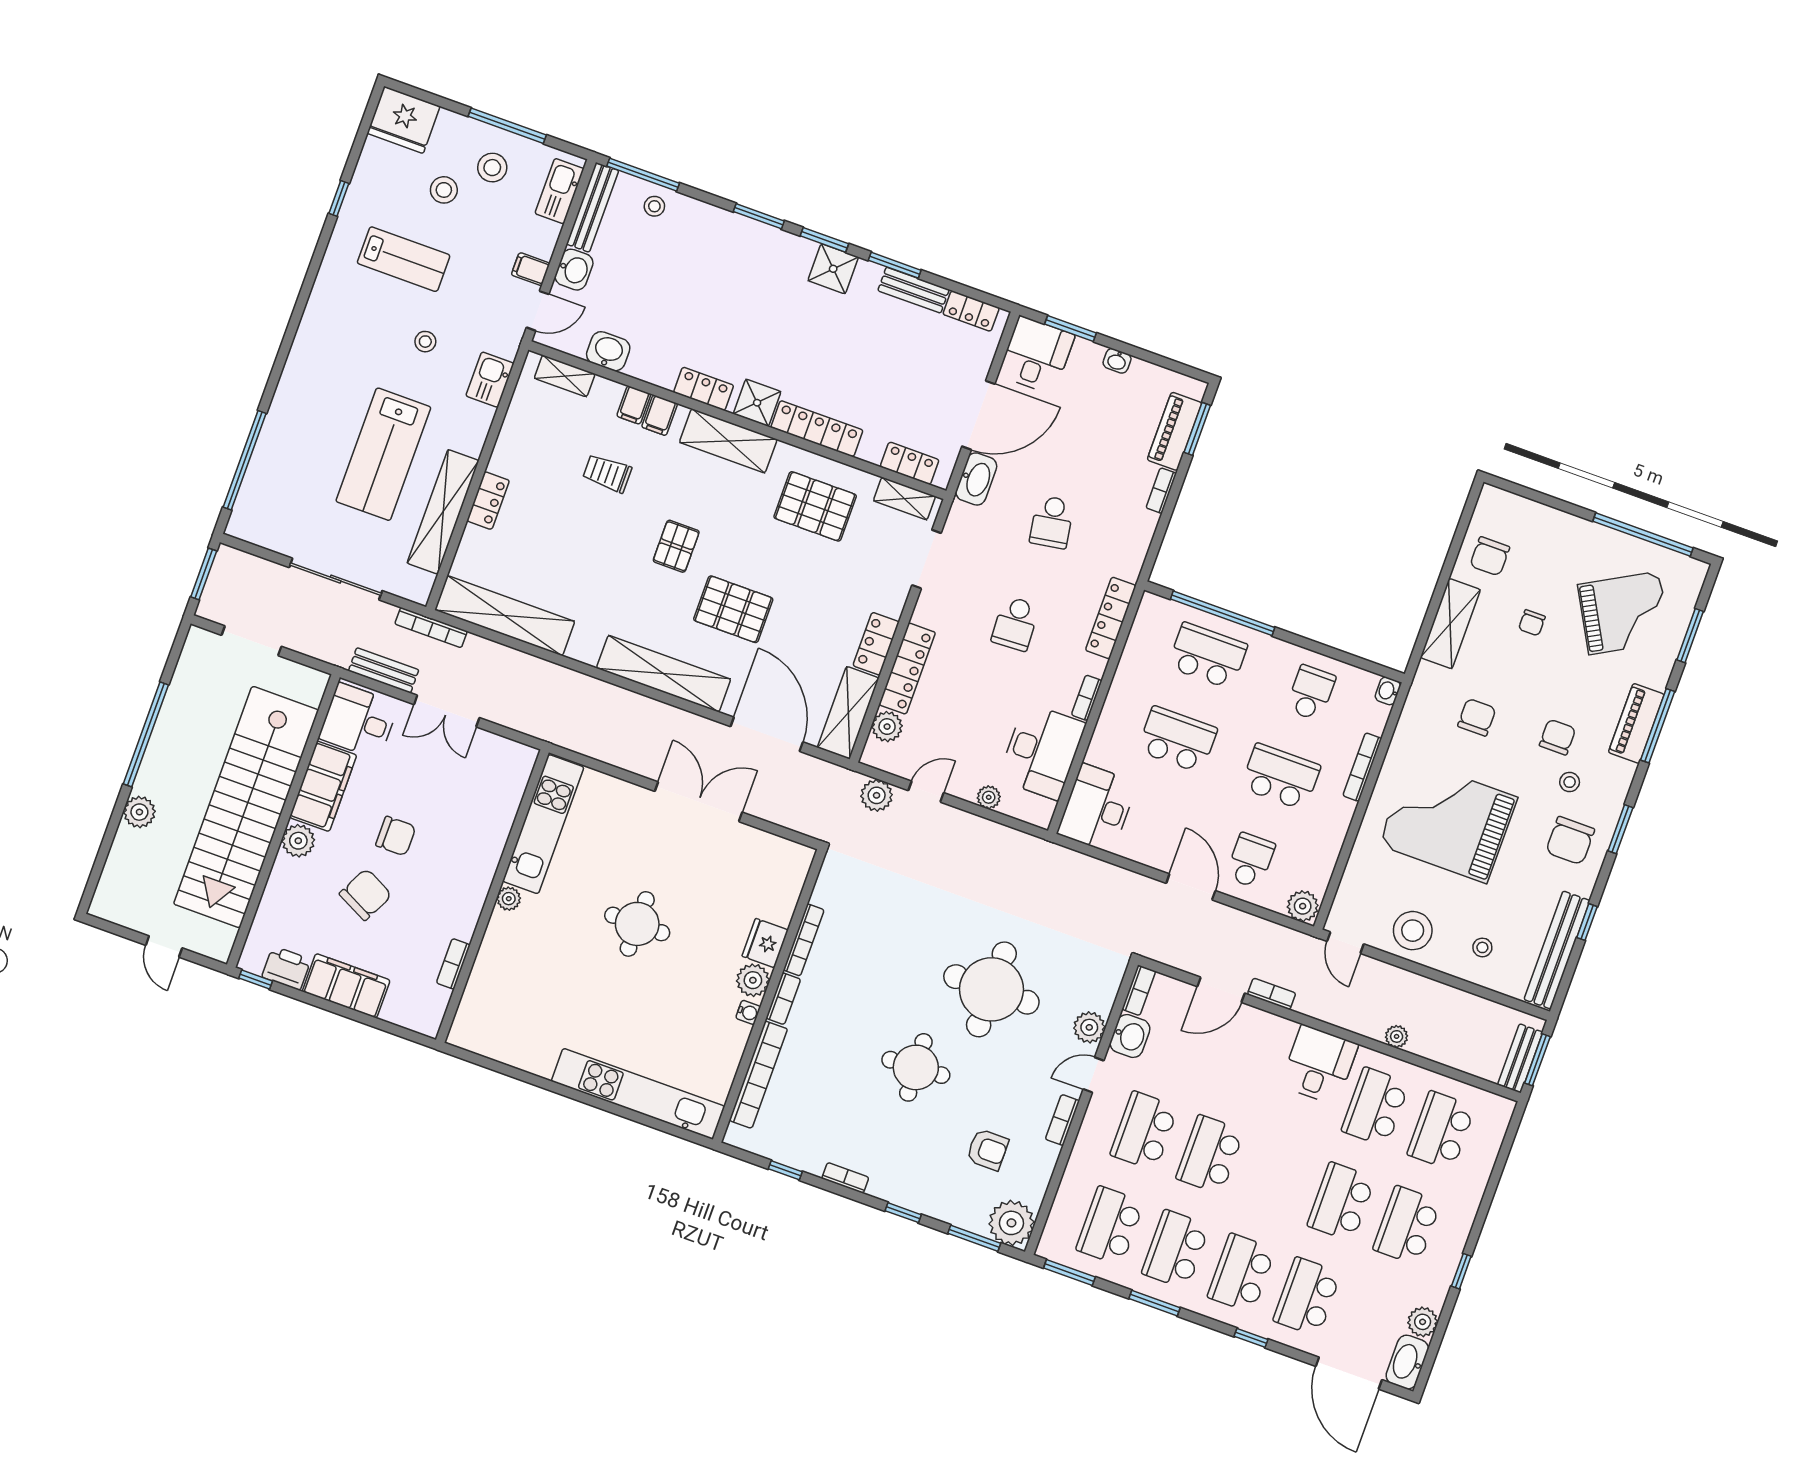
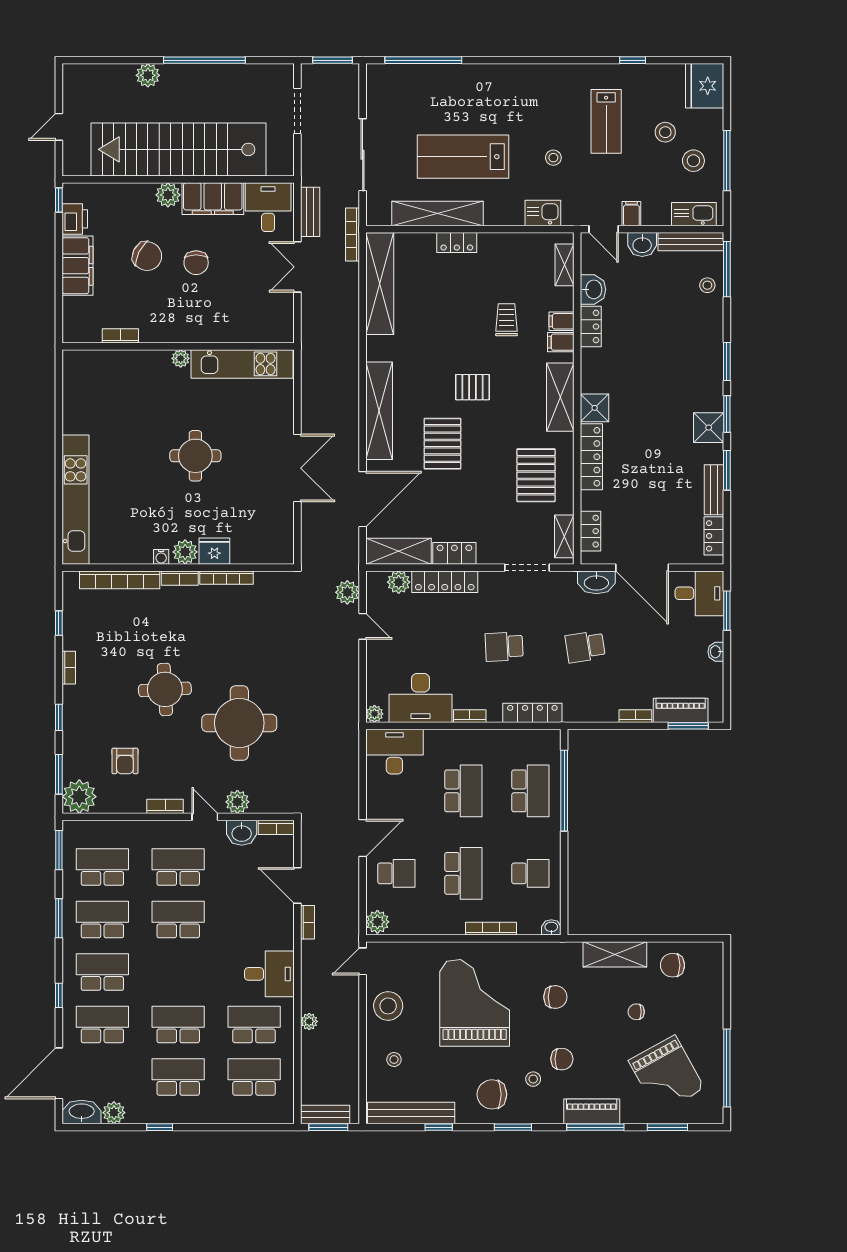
locker: (704, 389) -> (591, 326), moved
plant: (989, 797) -> (374, 714), moved

